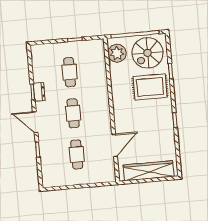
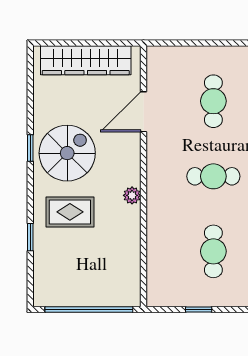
plant: (117, 53) -> (132, 195), moved, width x0.53, depth x0.53
spiral stairs: (148, 53) -> (67, 153), moved
rug: (150, 87) -> (70, 212), width x0.73, depth x0.70
cafe table: (73, 113) -> (213, 176), turned 90

